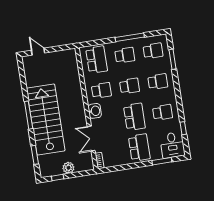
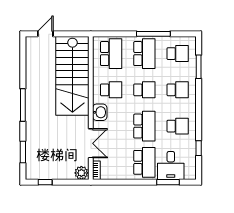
door: (38, 52) -> (45, 34), hinge flipped
school desk: (125, 55) -> (144, 54), width x1.85
stairs: (46, 120) -> (72, 76), moved, turned 180
double door: (91, 138) -> (91, 143), swing flipped
desk: (172, 145) -> (171, 165), moved
plant: (68, 168) -> (81, 173), moved

